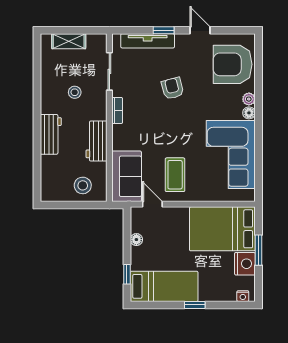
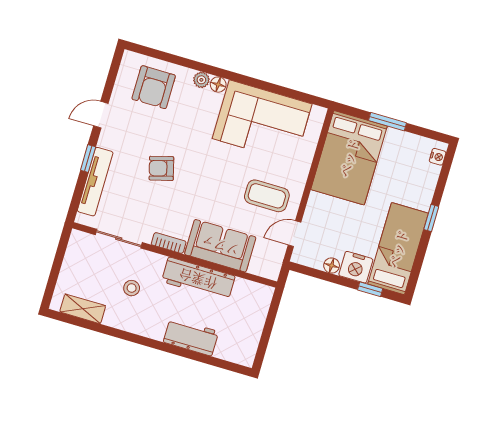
shelving: (69, 41) -> (83, 309), moved, turned 90
armchair: (233, 64) -> (154, 87), width x0.73, depth x0.73
workbench: (51, 134) -> (191, 337), moved
workbench: (97, 141) -> (198, 279), width x1.38
sofa: (127, 176) -> (220, 246), moved
stool: (83, 185) -> (247, 311), removed
nightstand: (245, 264) -> (356, 267), moved, turned 180

